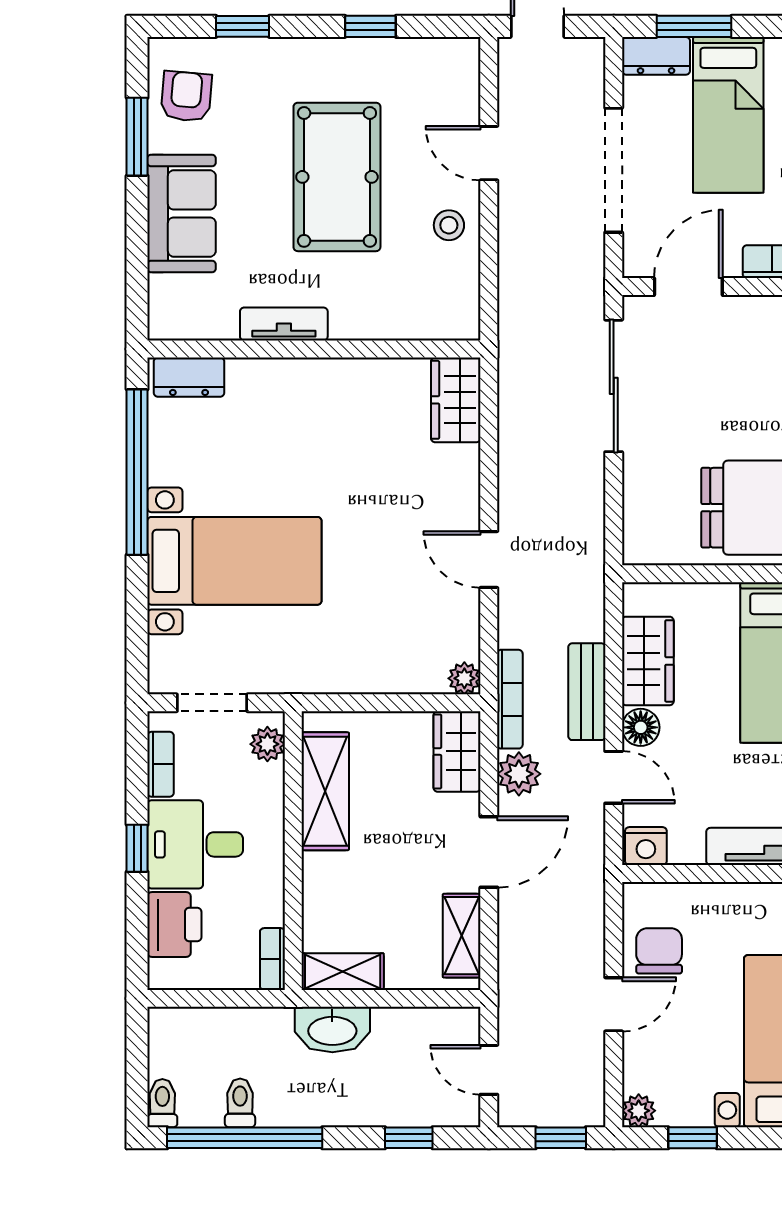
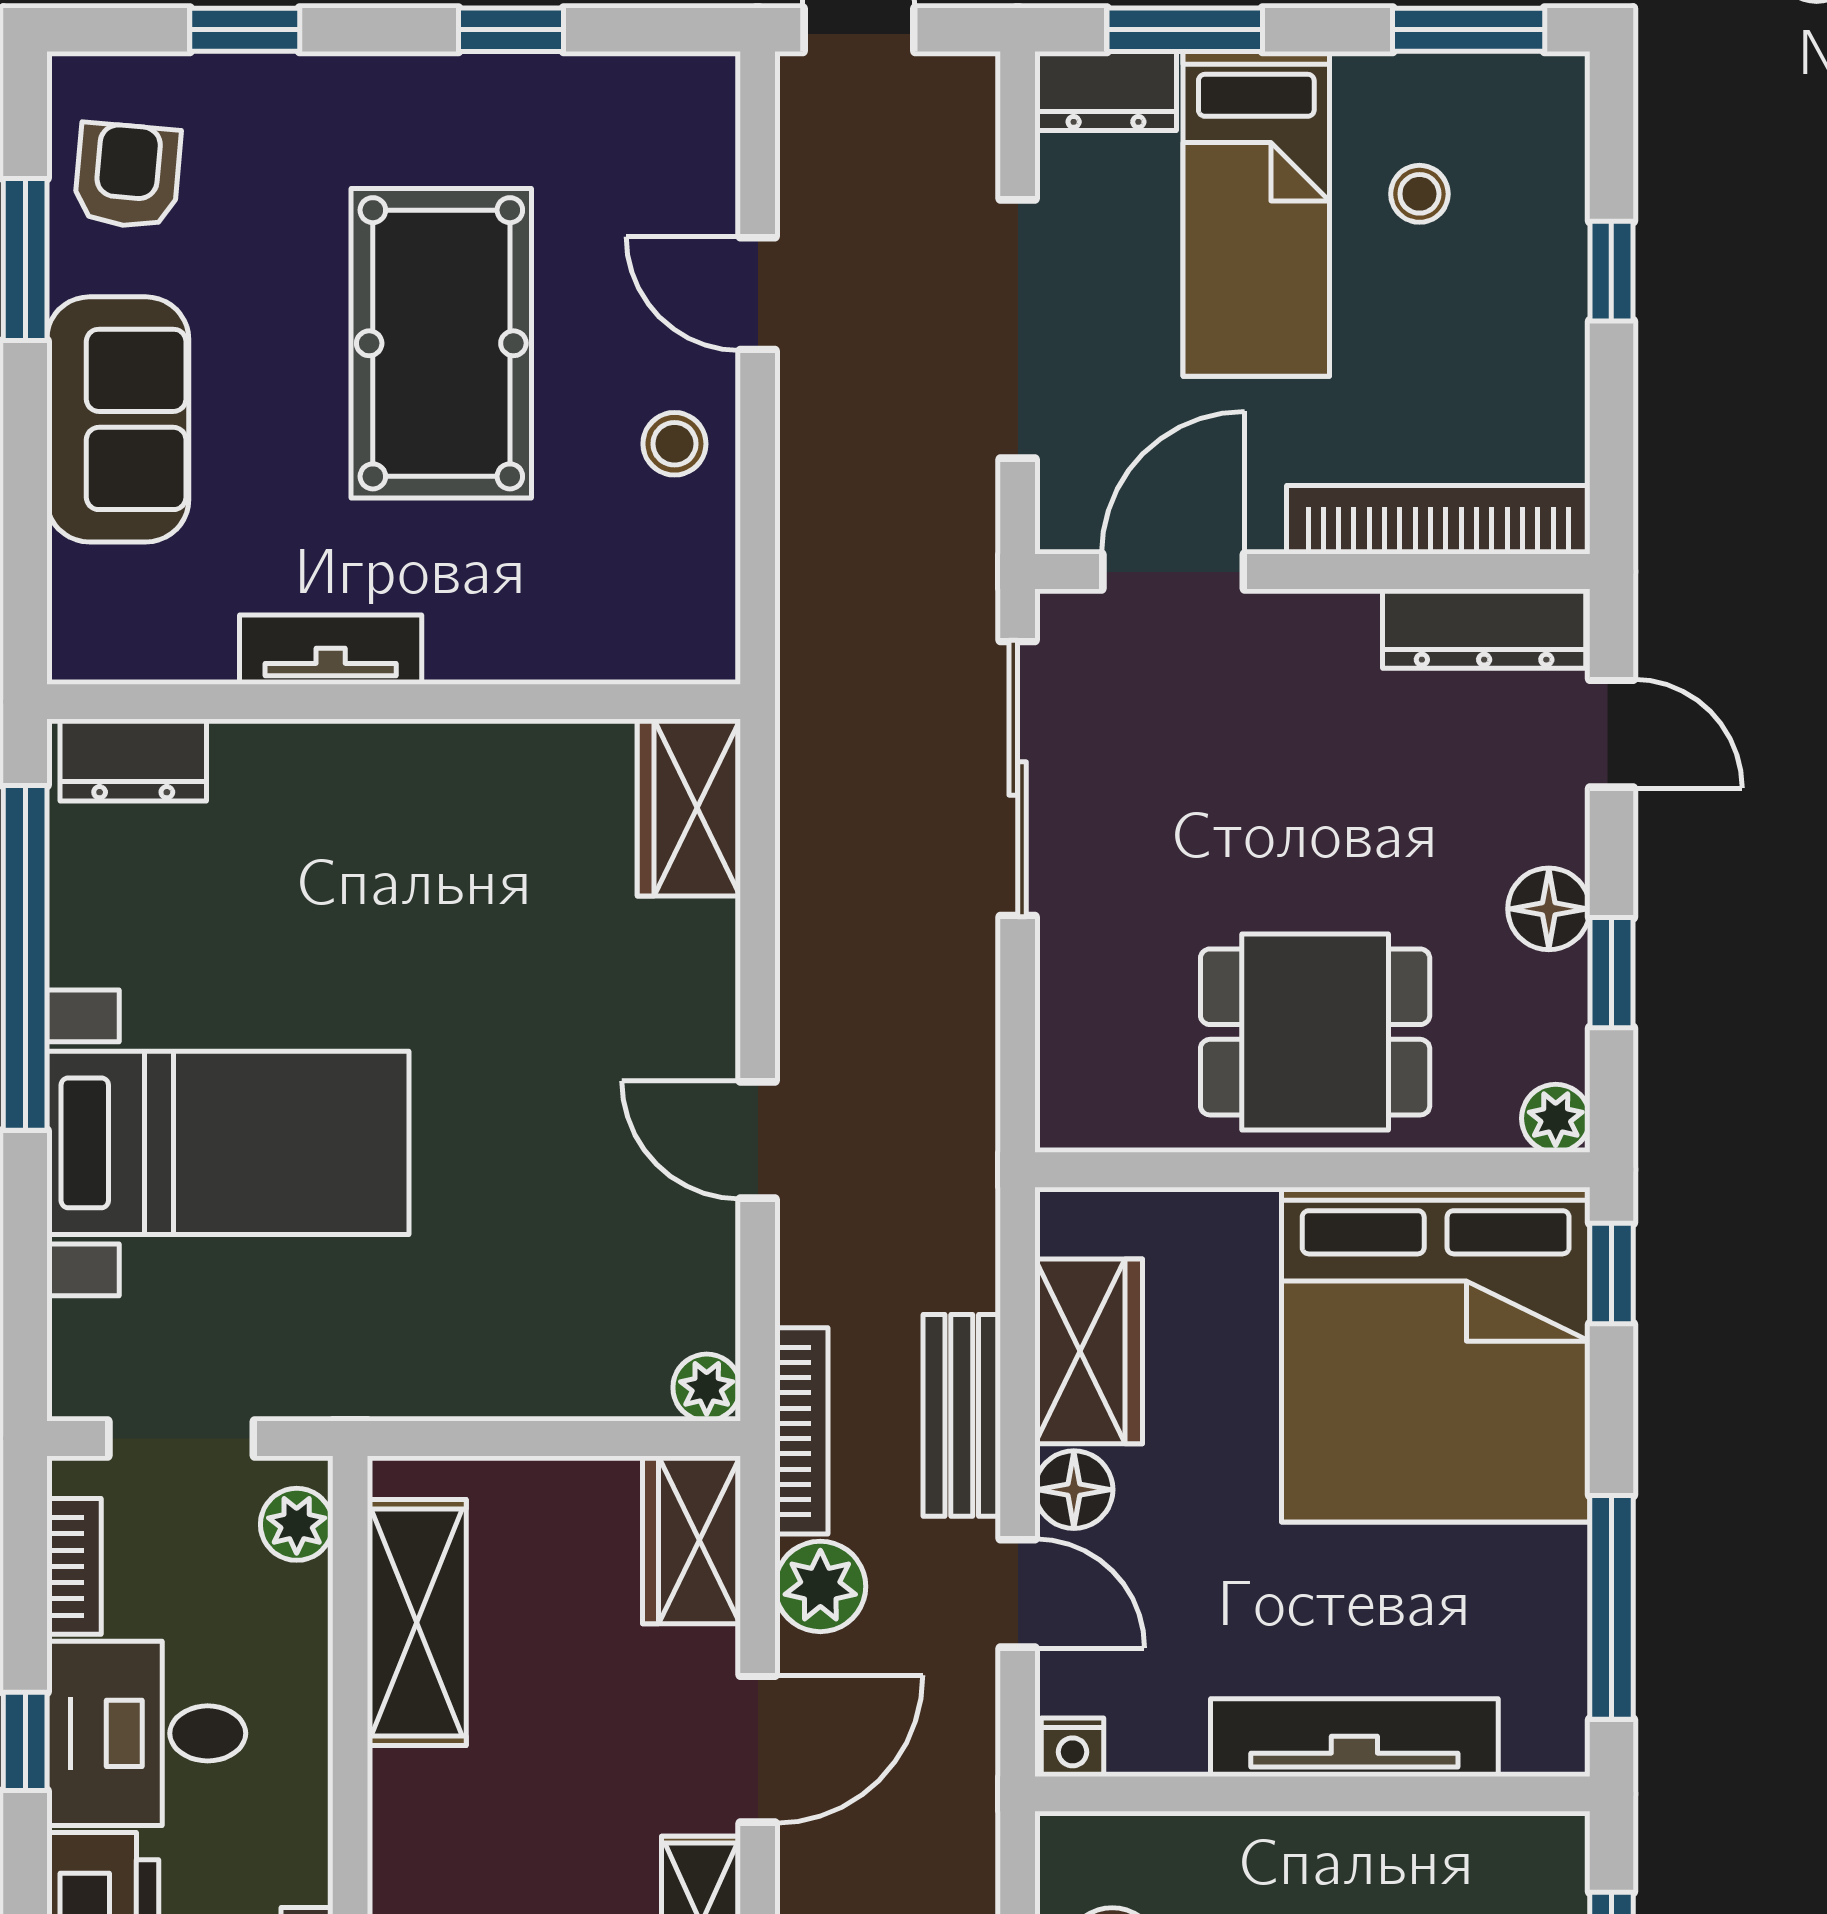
nightstand: (646, 846) -> (1073, 1747), width x0.72, depth x0.74

